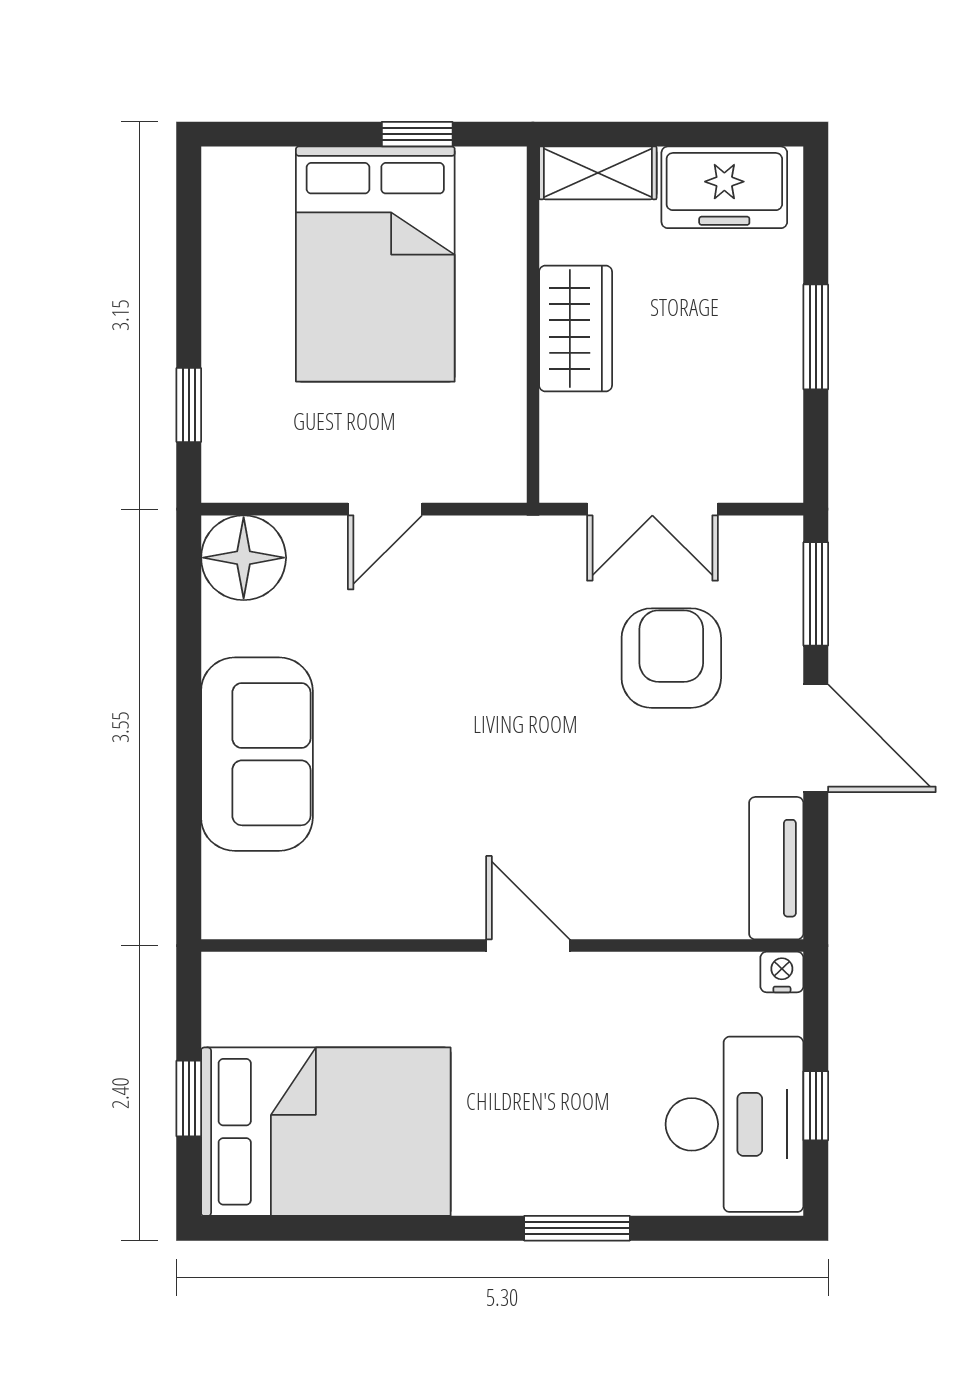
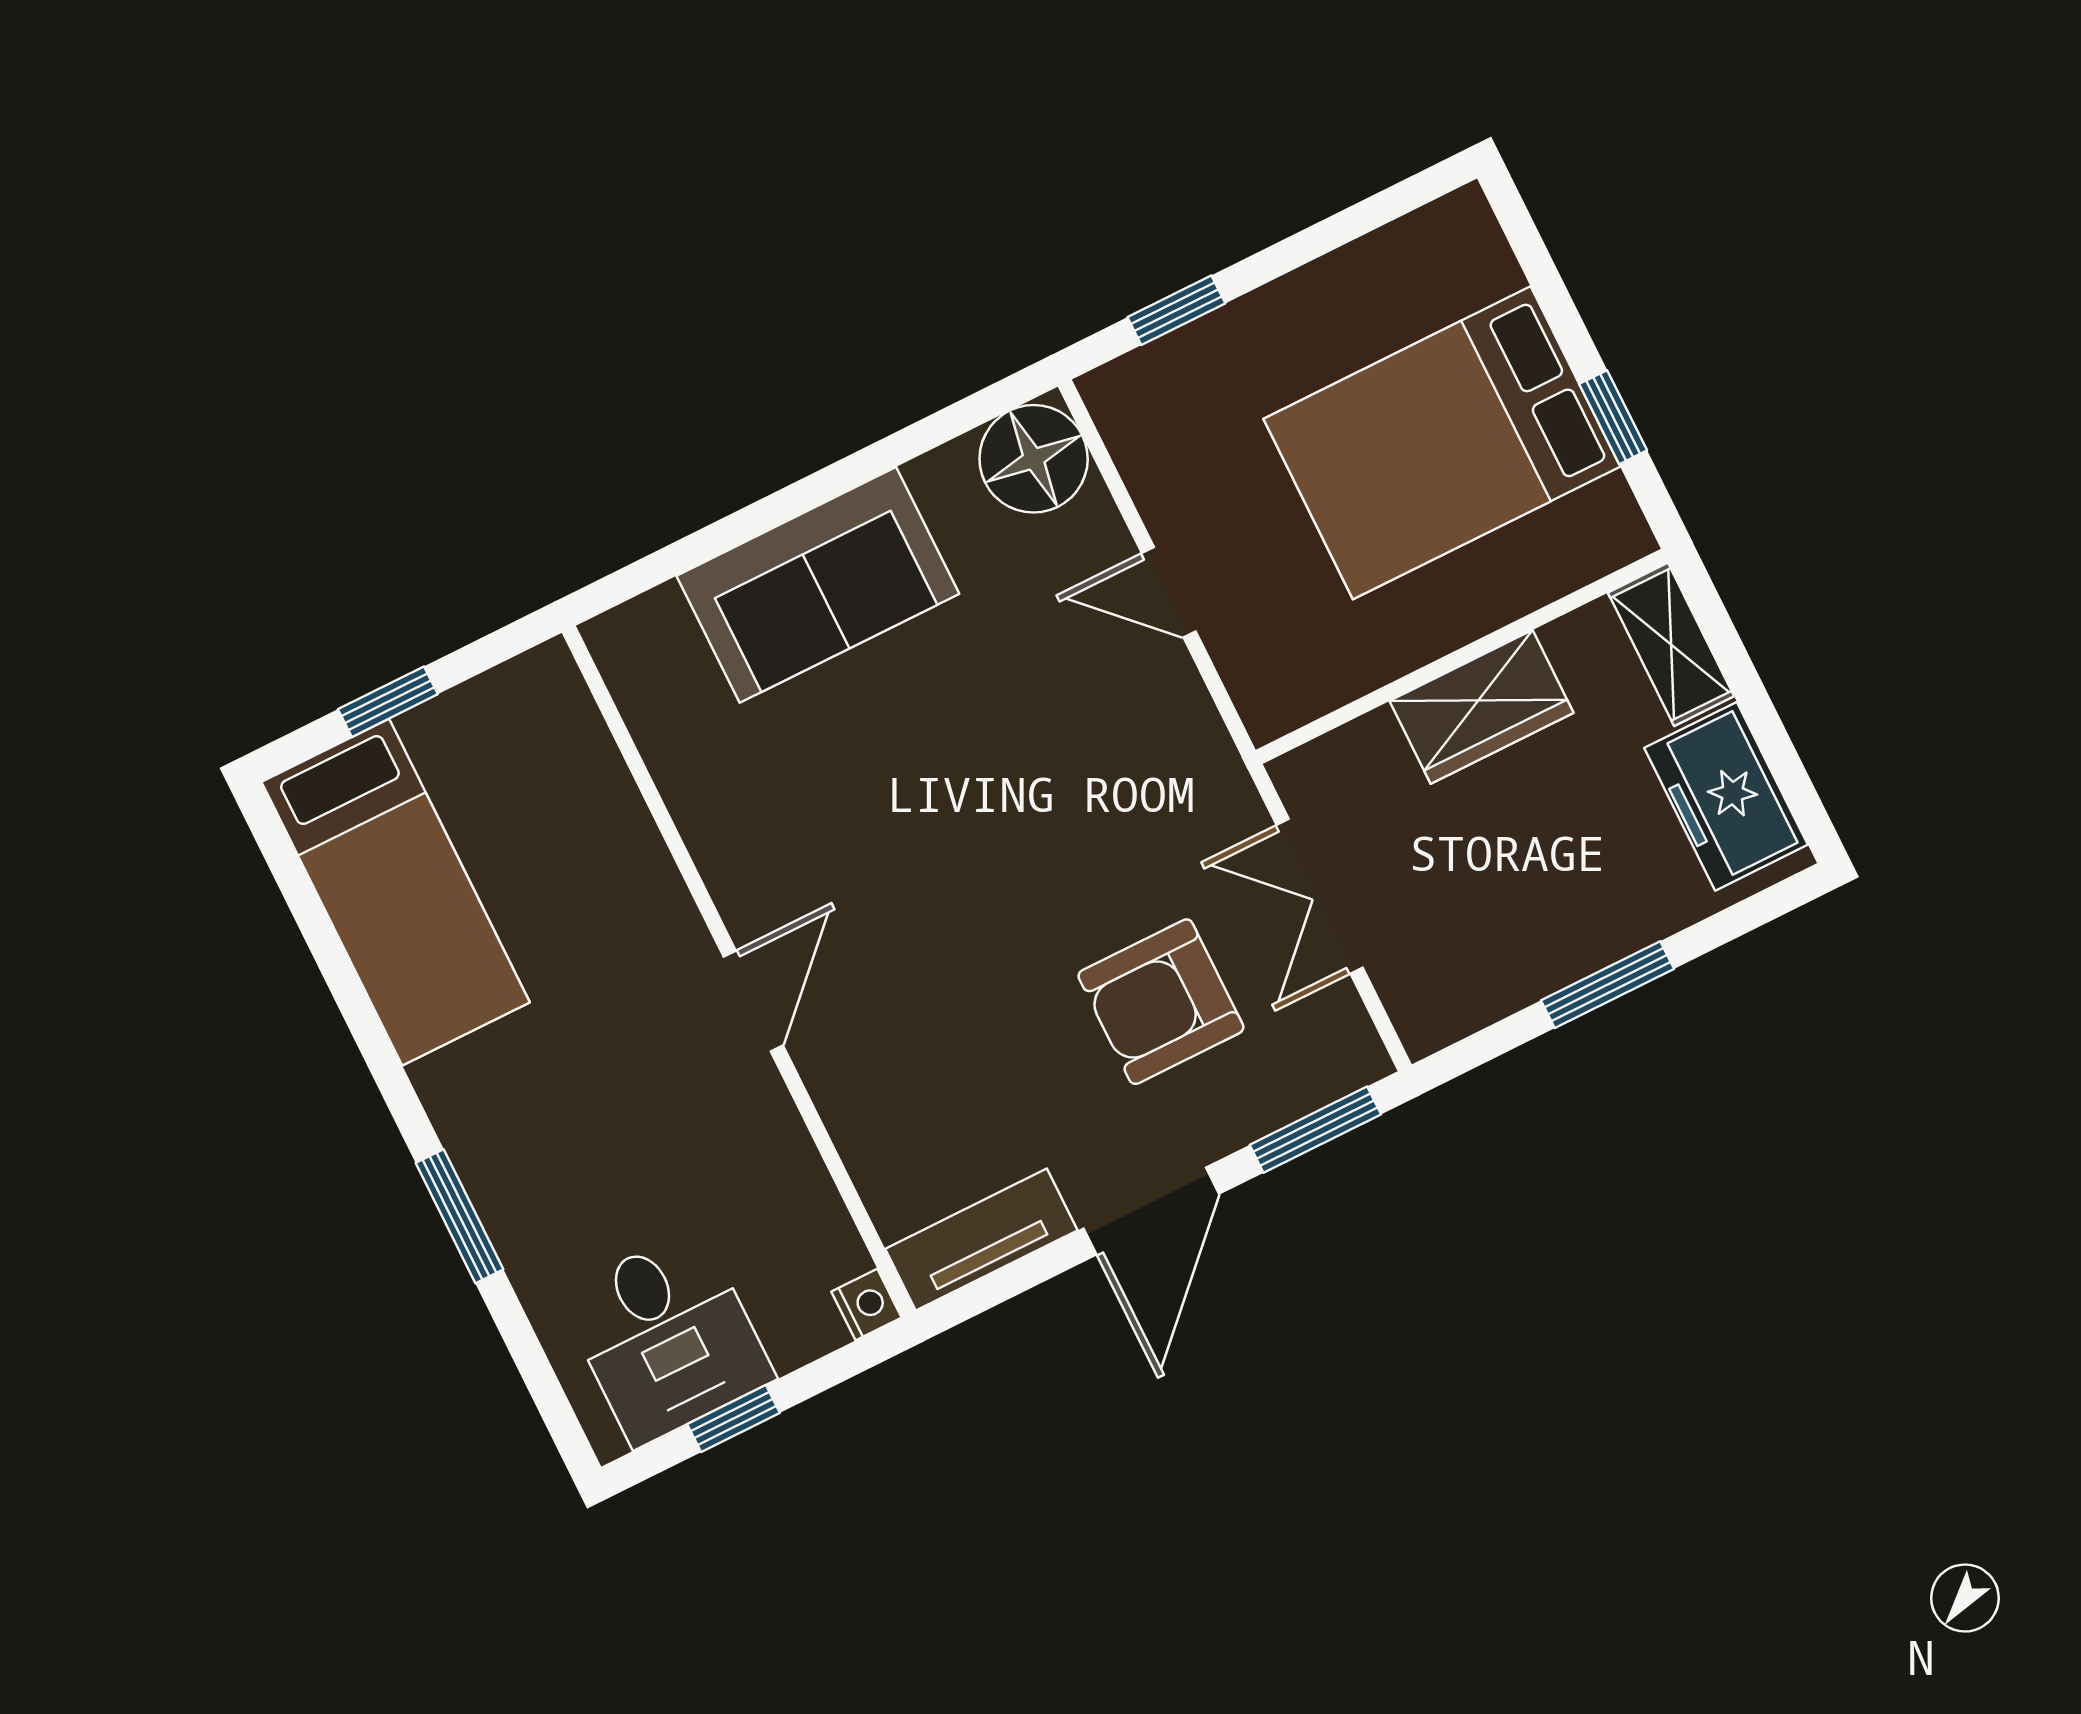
armchair: (671, 658) -> (1161, 1002), turned 180
desk: (735, 1124) -> (667, 1337), width x0.73
bed: (326, 1132) -> (396, 892), width x0.67

